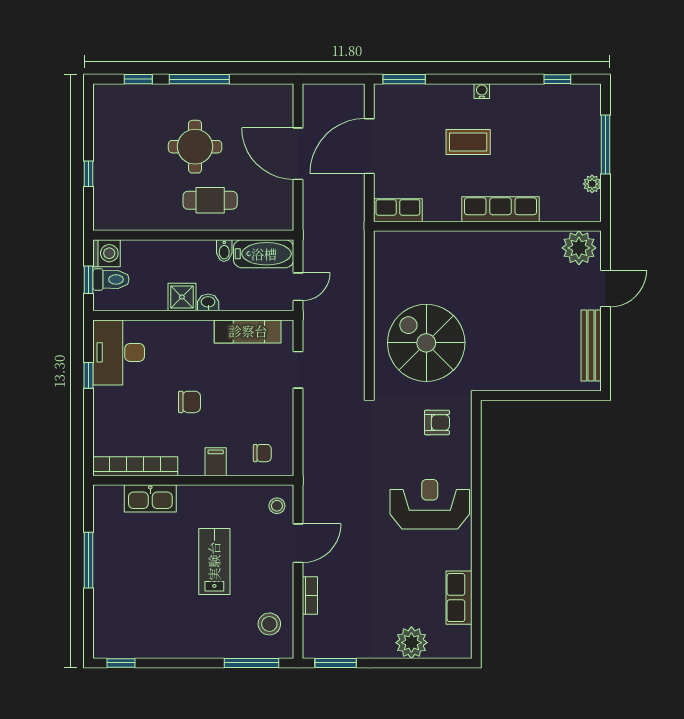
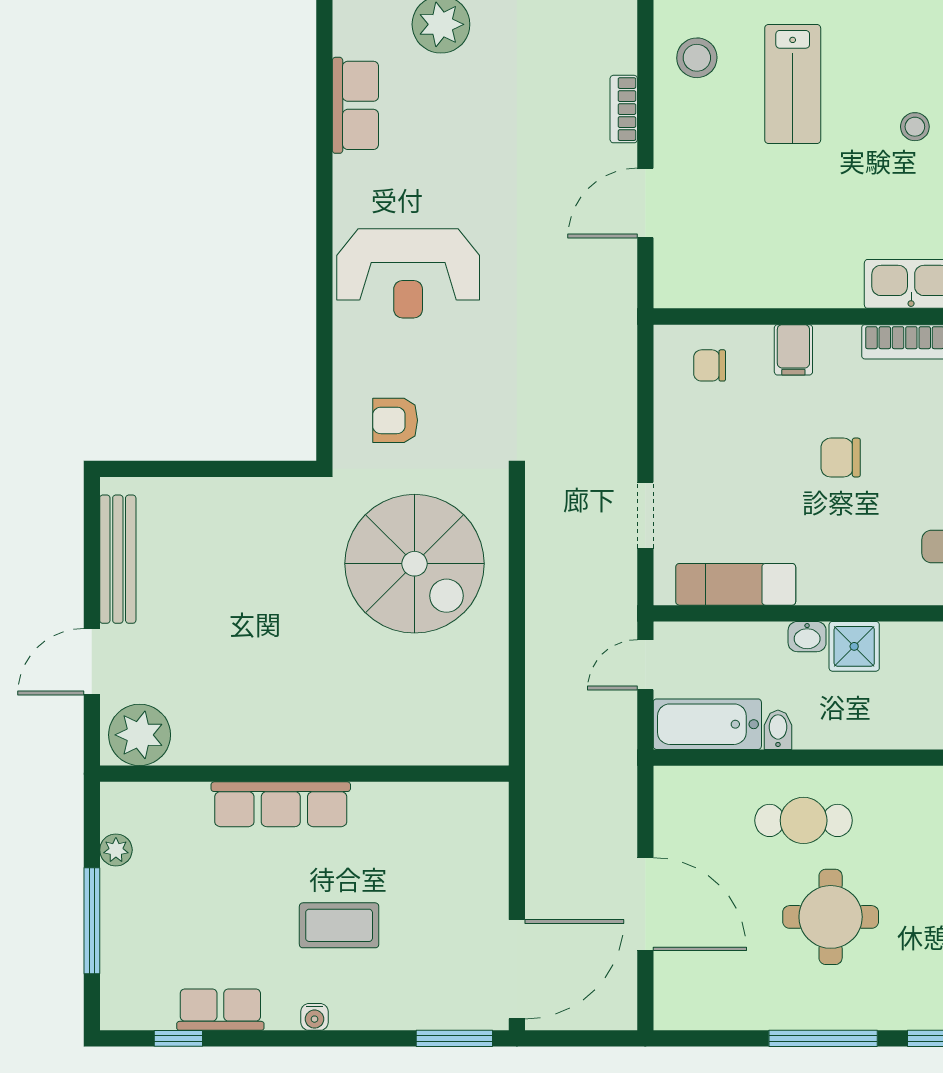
door: (369, 146) -> (517, 969), moved
row of seats: (398, 210) -> (220, 1010), moved, turned 180
stool: (277, 506) -> (915, 127), moved
lab bench: (214, 561) -> (793, 84), moved

